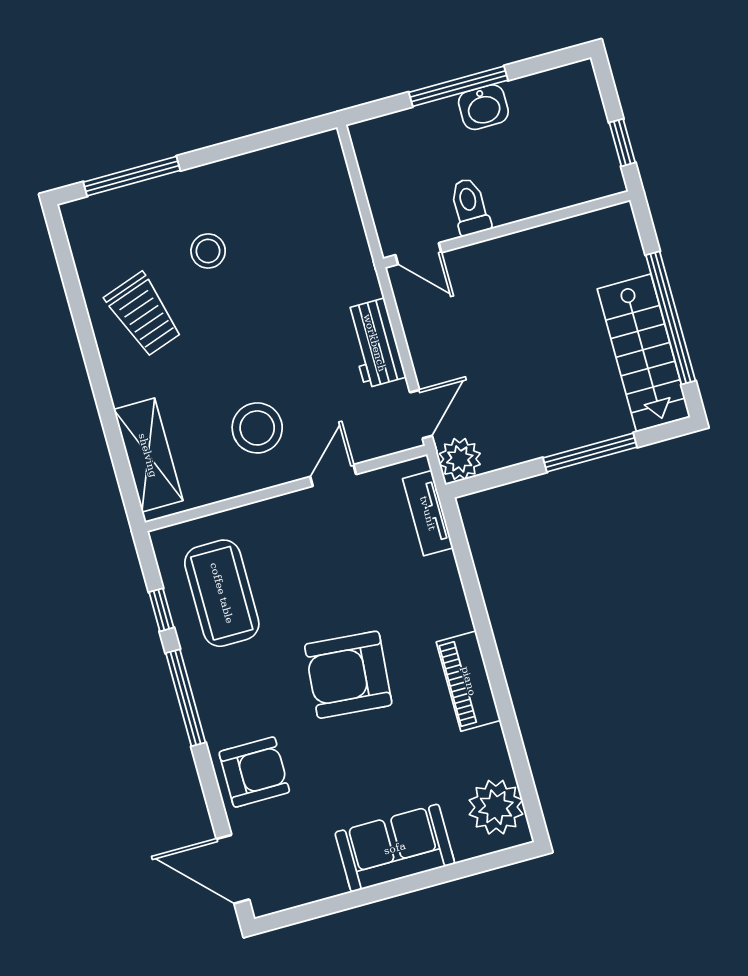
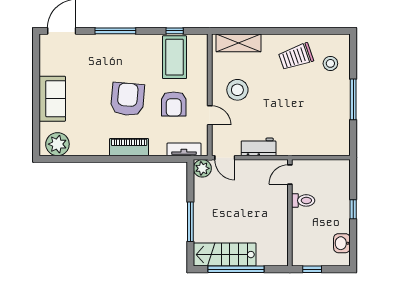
window: (458, 86) -> (353, 209), width x0.46
washbasin: (483, 107) -> (342, 243), moved
window: (132, 176) -> (353, 99), moved
stool: (208, 251) -> (330, 63), moved
coffee table: (222, 593) -> (175, 57), turned 90
piano: (469, 681) -> (129, 147), moved
window: (186, 698) -> (115, 31), moved
armchair: (254, 772) -> (174, 104), moved

